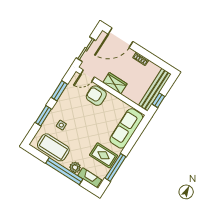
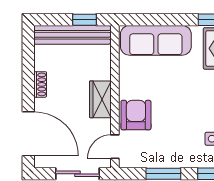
door: (88, 76) -> (115, 147), swing flipped
armchair: (96, 96) -> (136, 115), turned 180

